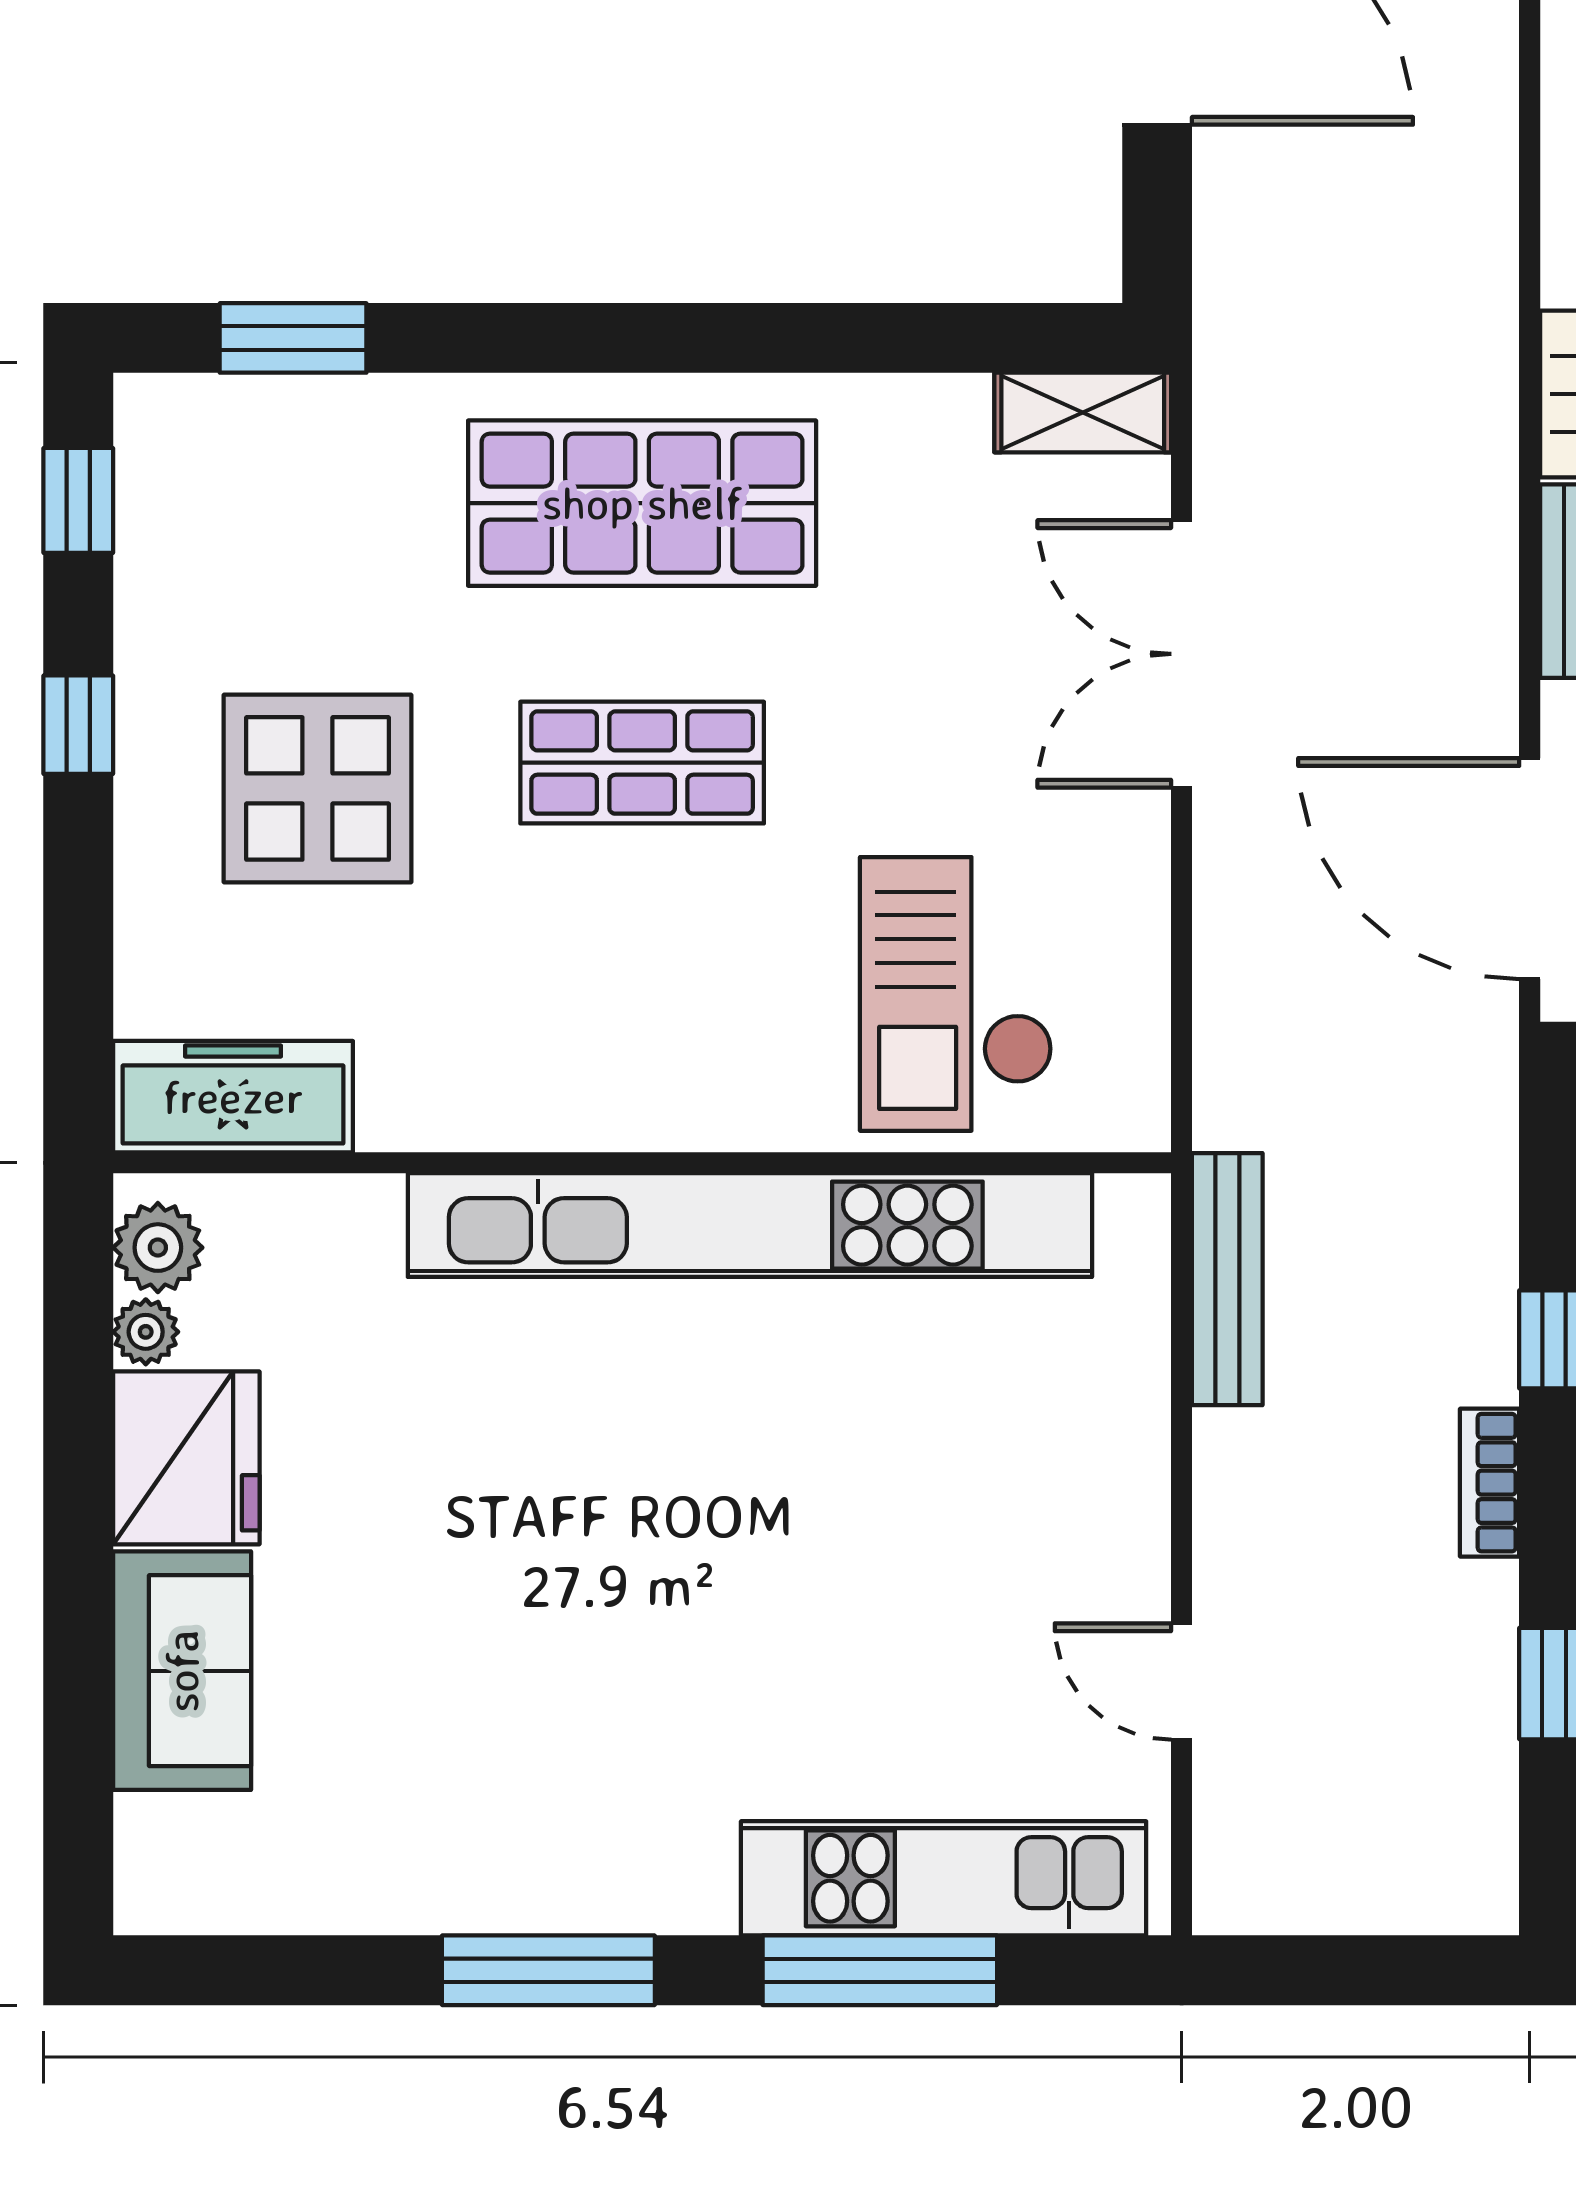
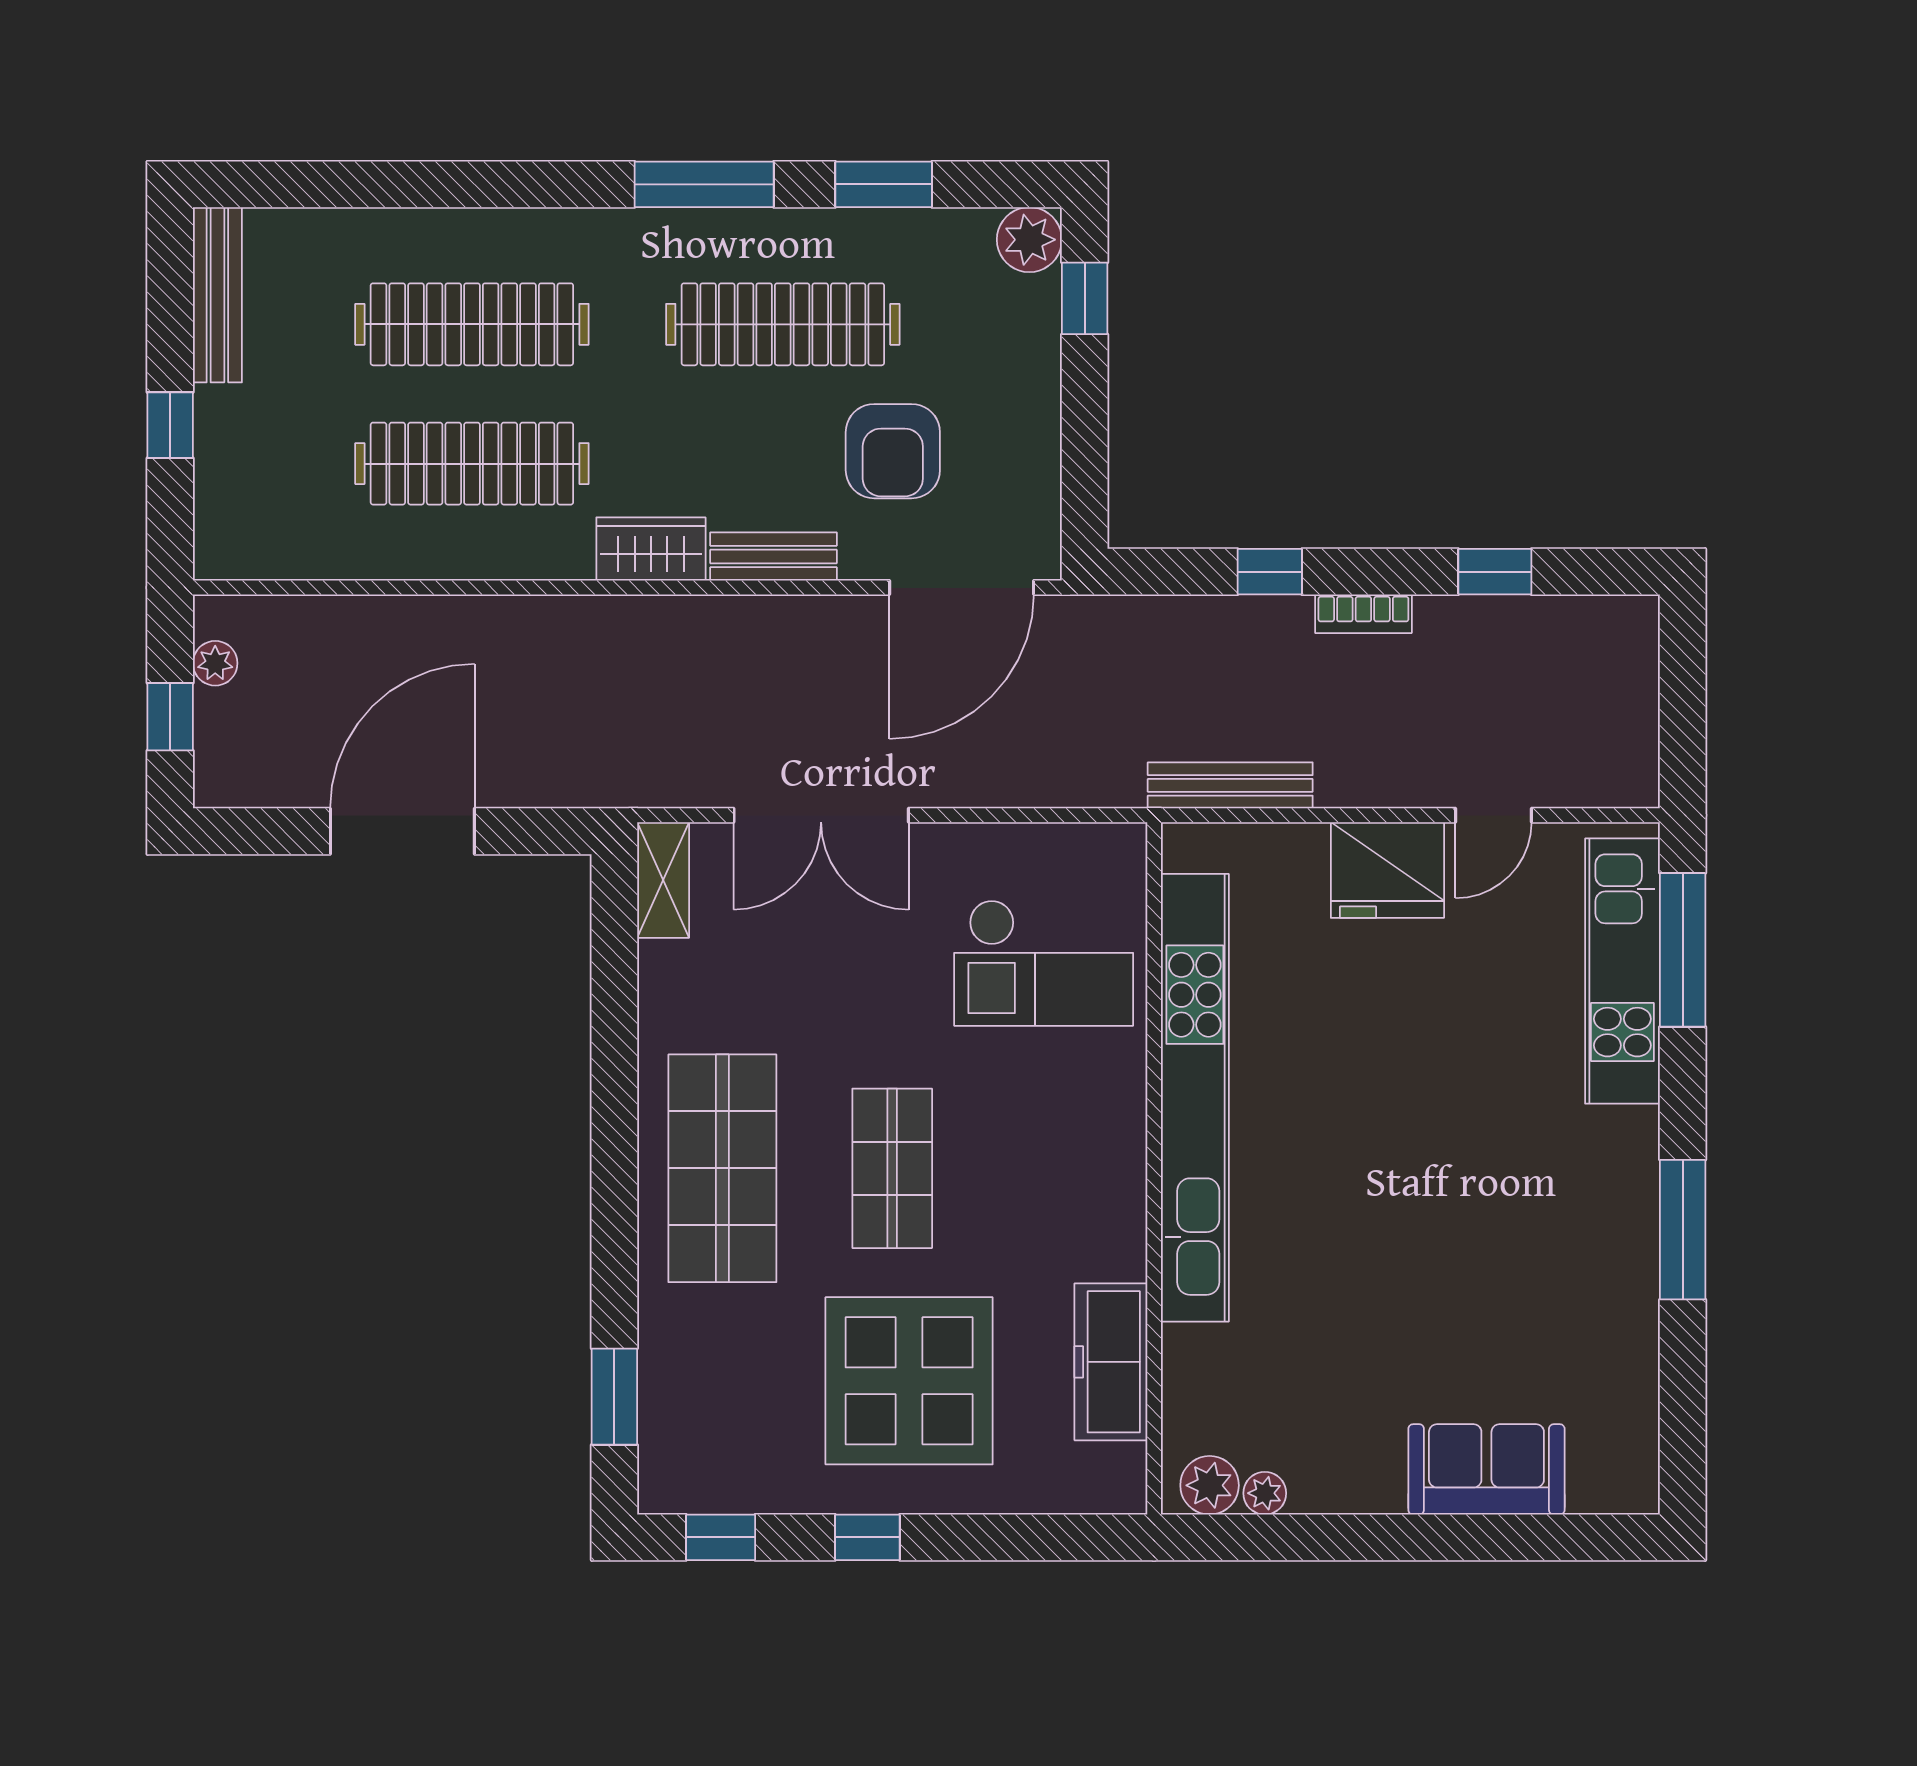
display table: (317, 788) -> (909, 1381), width x1.36, depth x1.36
freezer: (233, 1097) -> (1111, 1362), moved
fridge: (186, 1458) -> (1387, 870), moved, turned 180
window: (880, 1970) -> (1683, 950), moved

